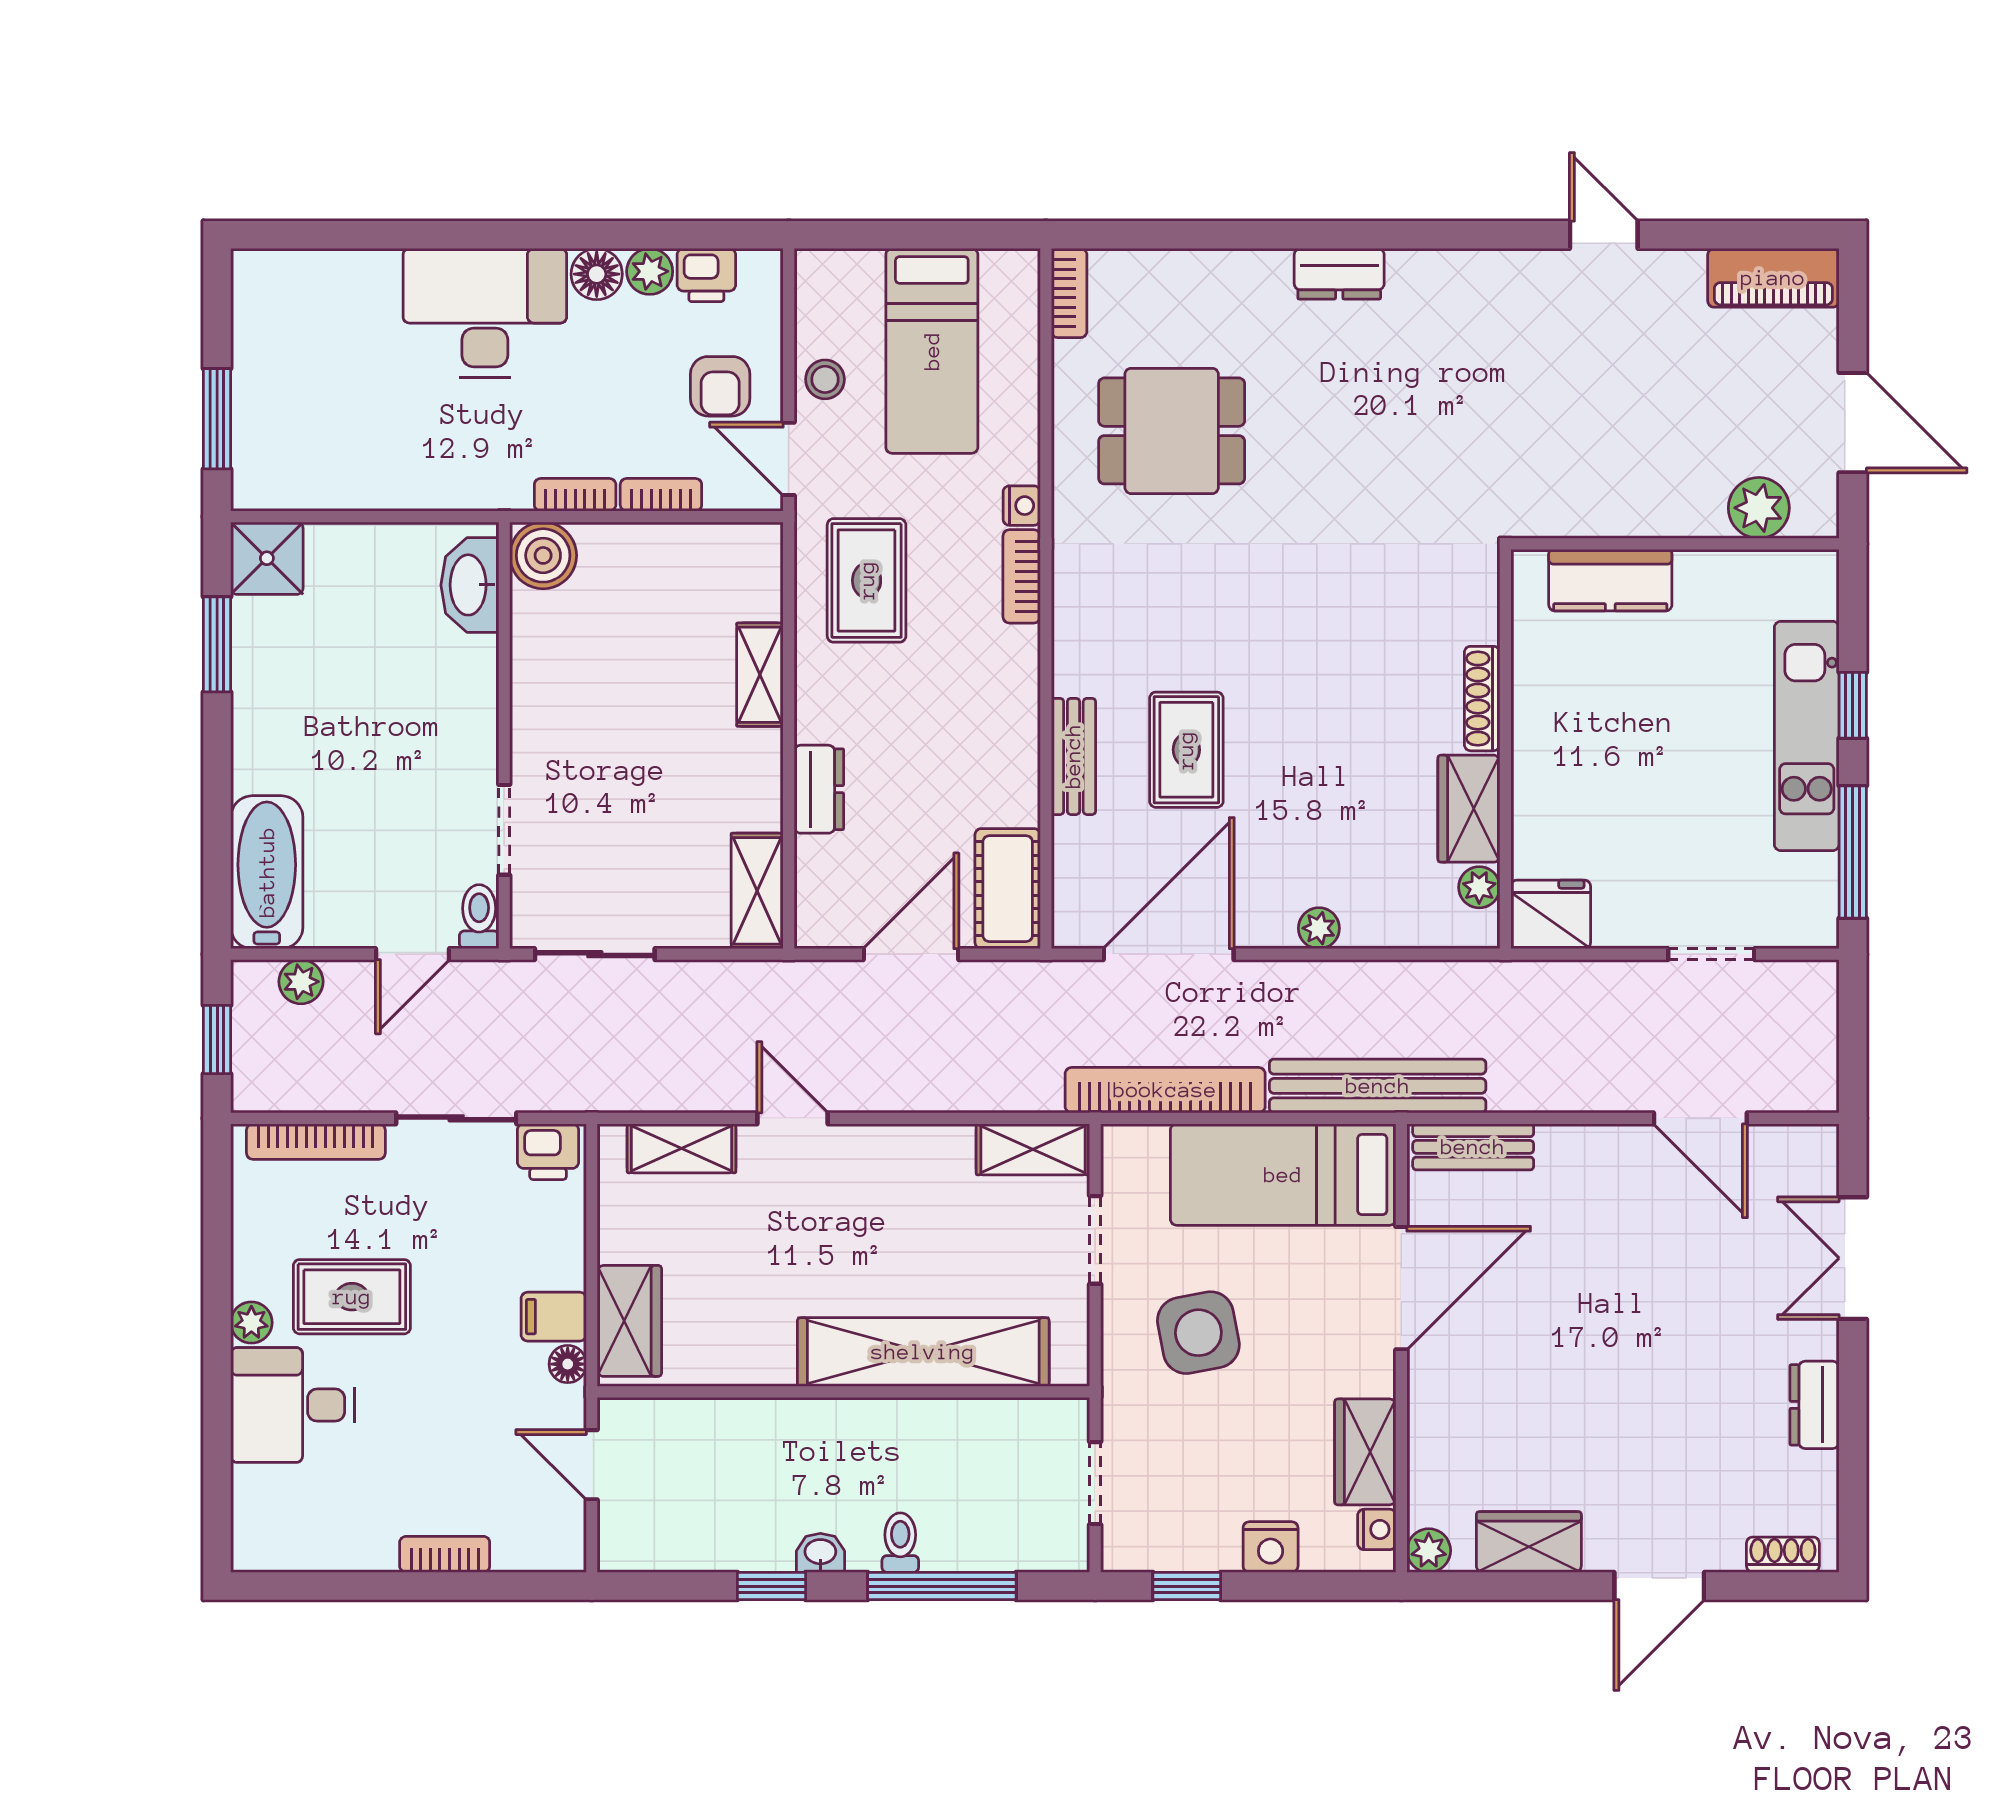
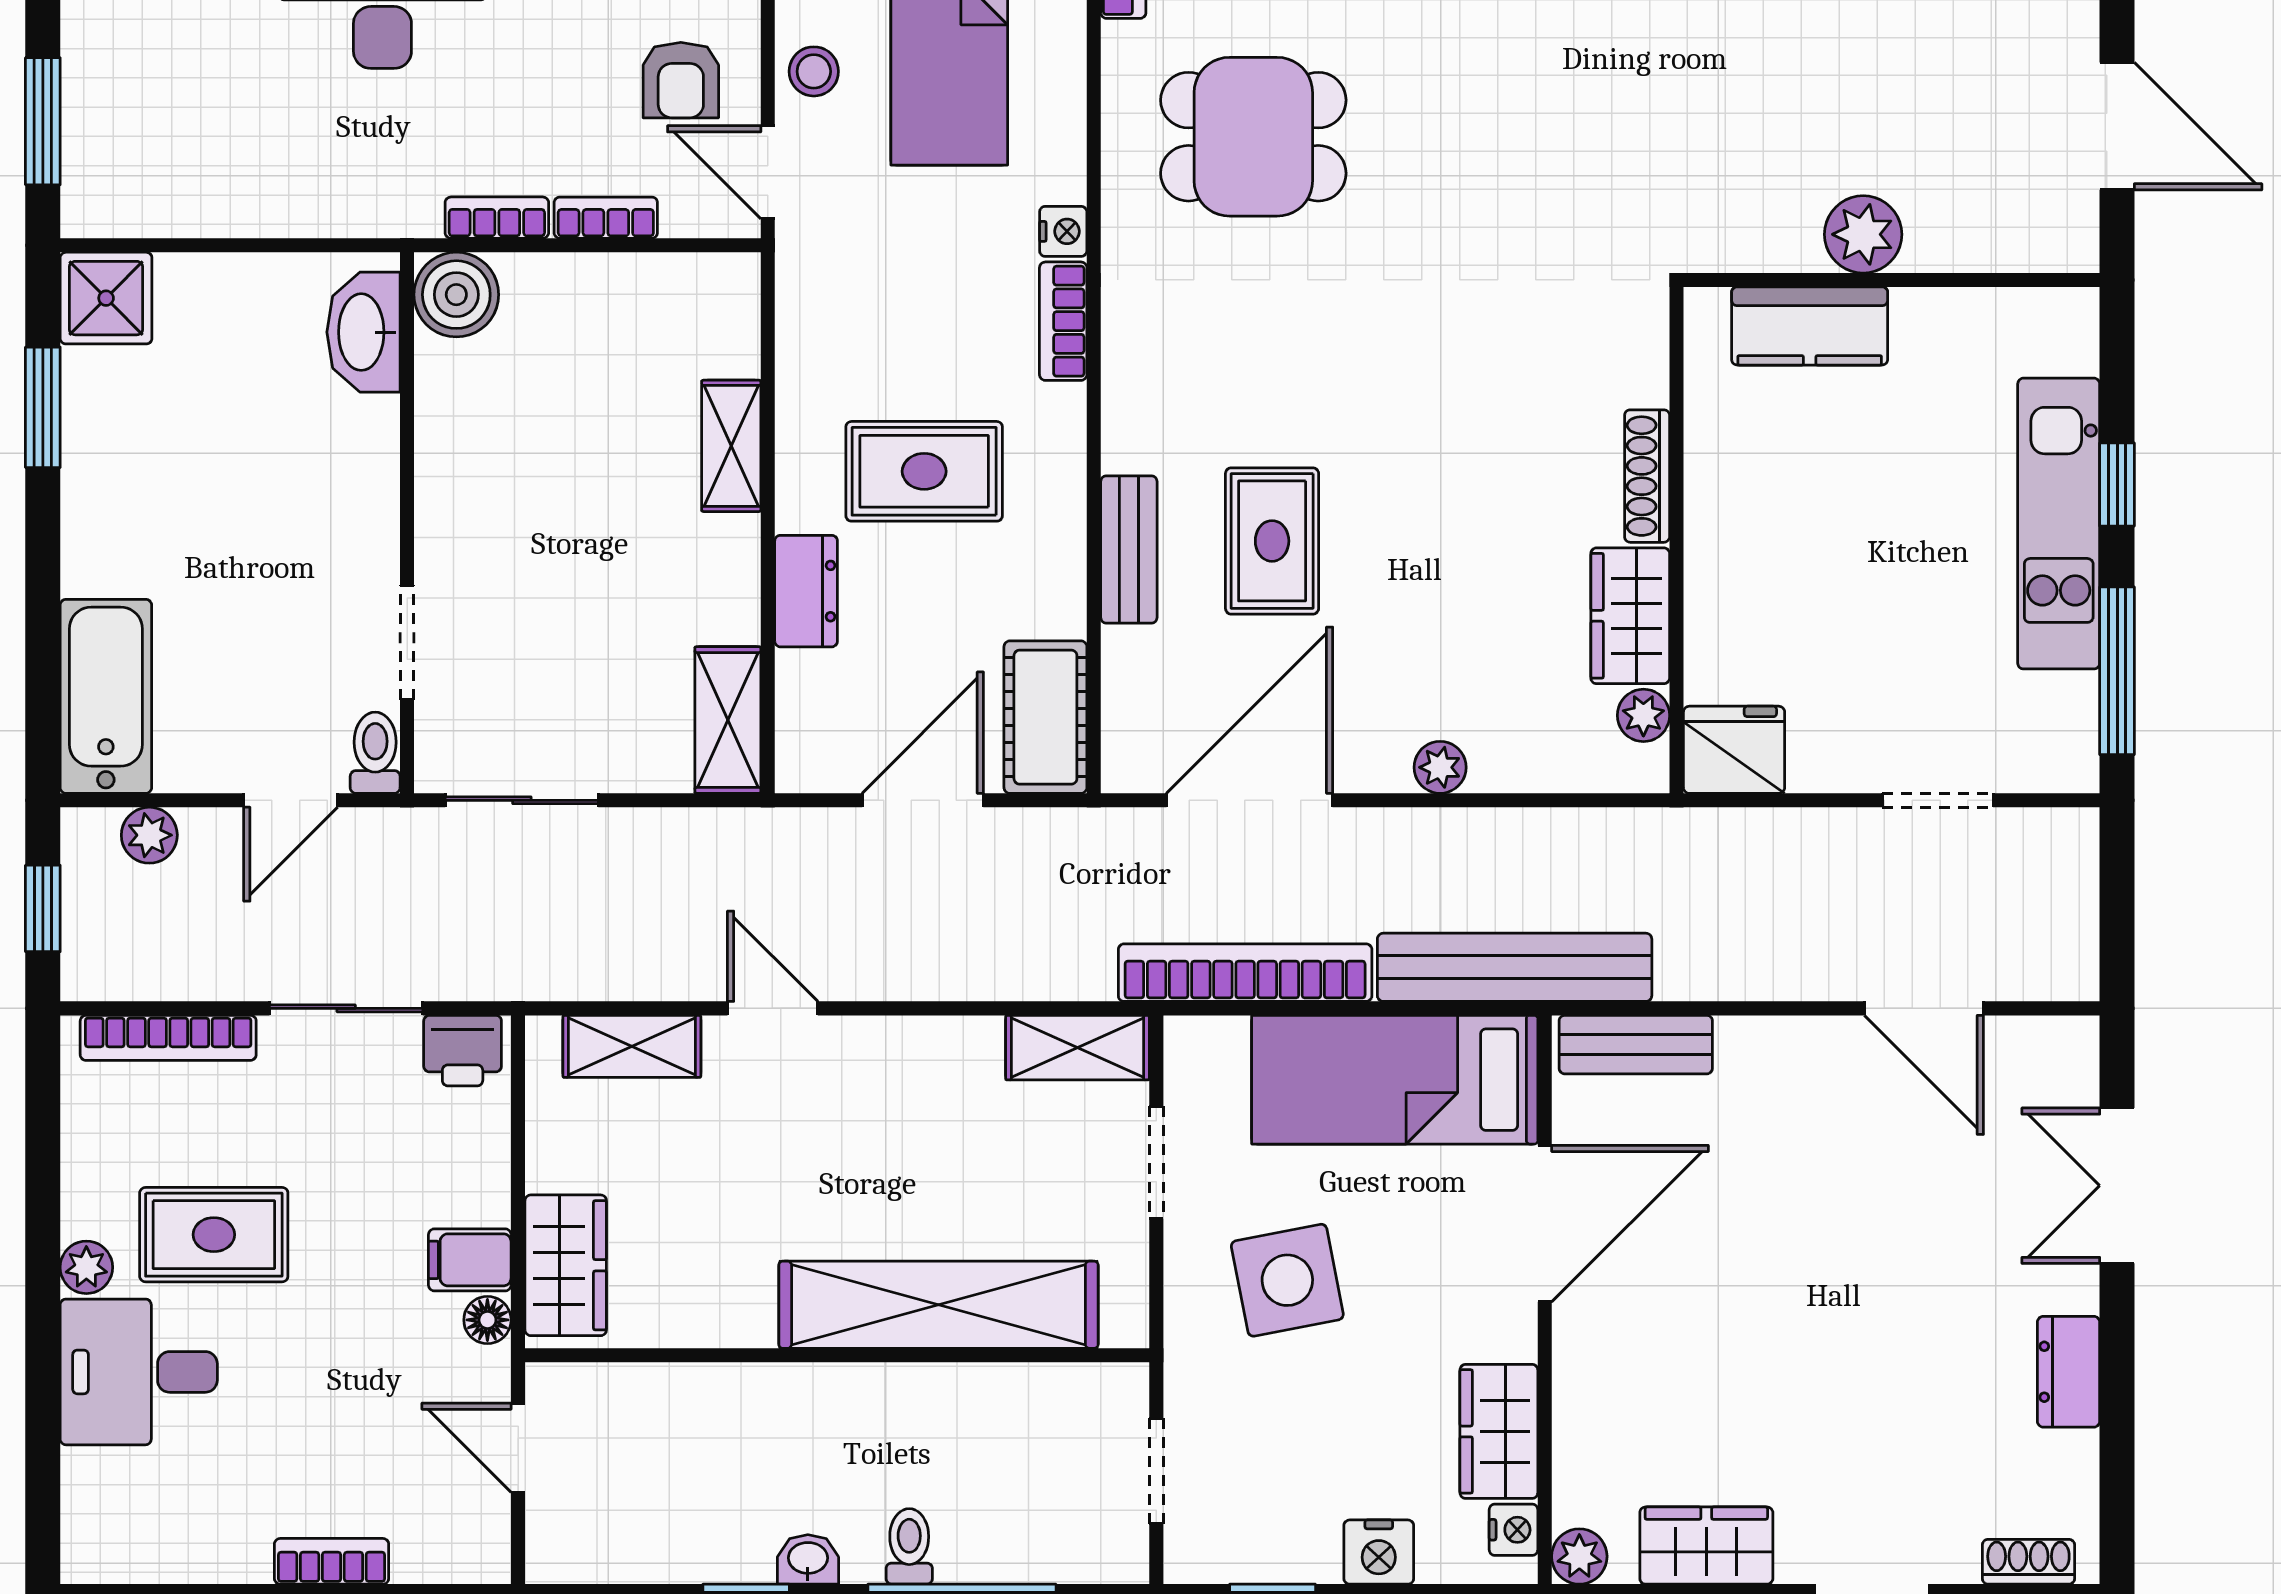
plant: (1759, 508) -> (1863, 234), moved
rug: (867, 580) -> (924, 471), moved, turned 90

